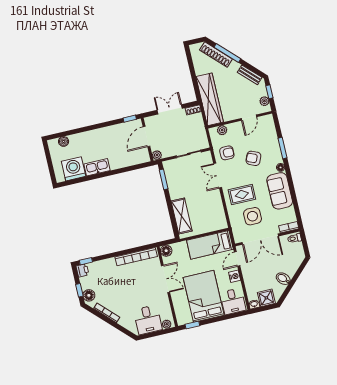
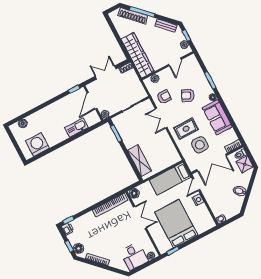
kitchen sink: (97, 167) -> (76, 128), moved
shower: (266, 298) -> (245, 164), moved
desk: (233, 301) -> (202, 221), removed

